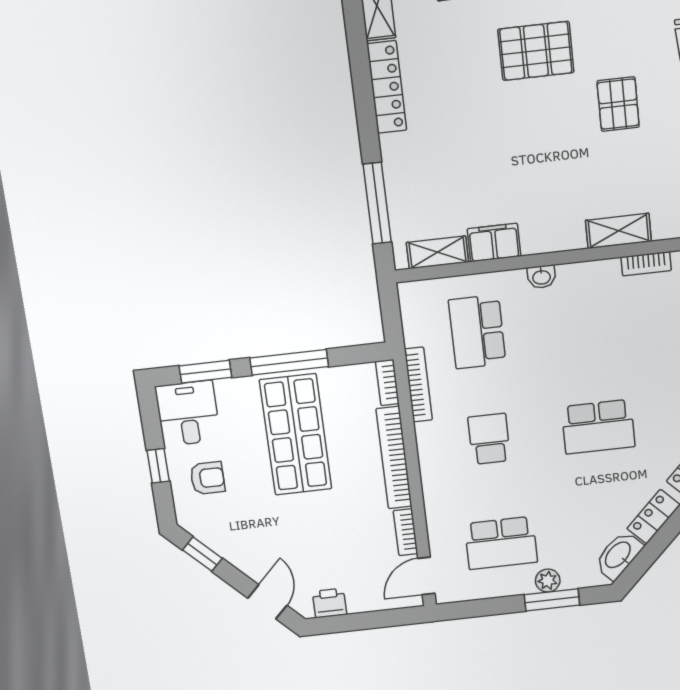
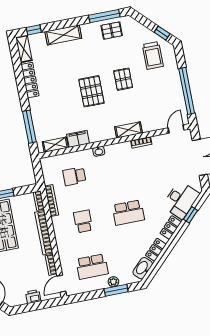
pallet: (536, 51) -> (91, 91), moved, turned 90
school desk: (477, 332) -> (74, 176), width x0.54
printer: (329, 603) -> (33, 297), moved

